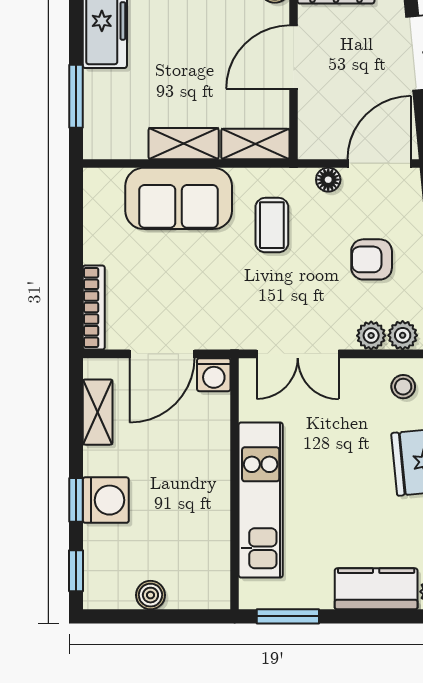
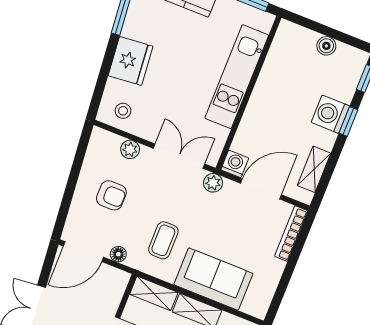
plant: (403, 335) -> (213, 183), moved

